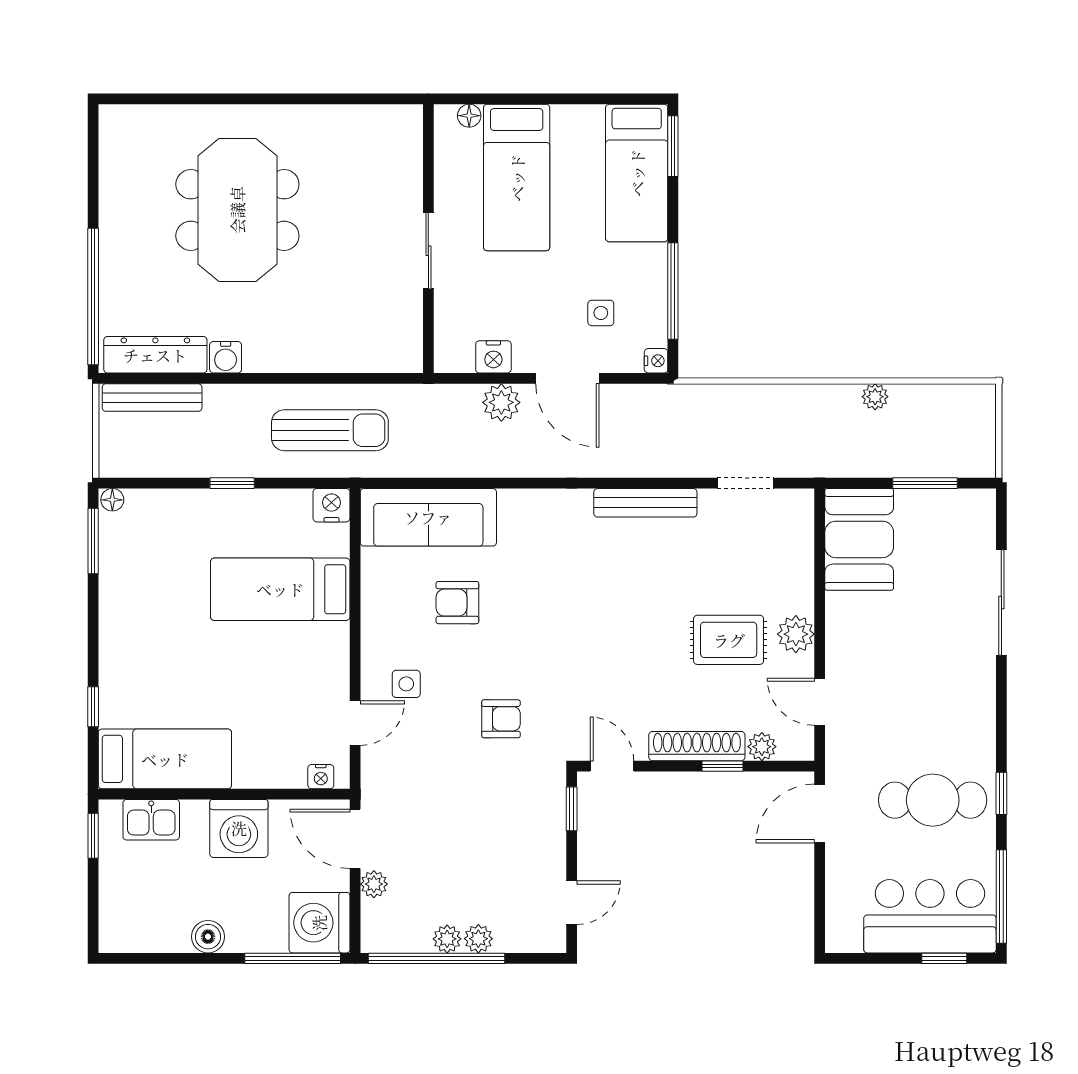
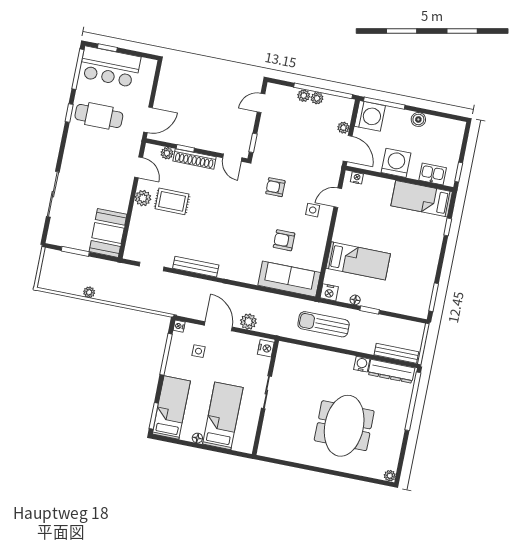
floor lamp: (469, 116) -> (197, 438), moved
plant: (112, 117) -> (390, 476), added
nightstand: (493, 357) -> (266, 348), moved, turned 90
floor lamp: (112, 500) -> (355, 300), moved
armchair: (457, 603) -> (284, 240), turned 180

